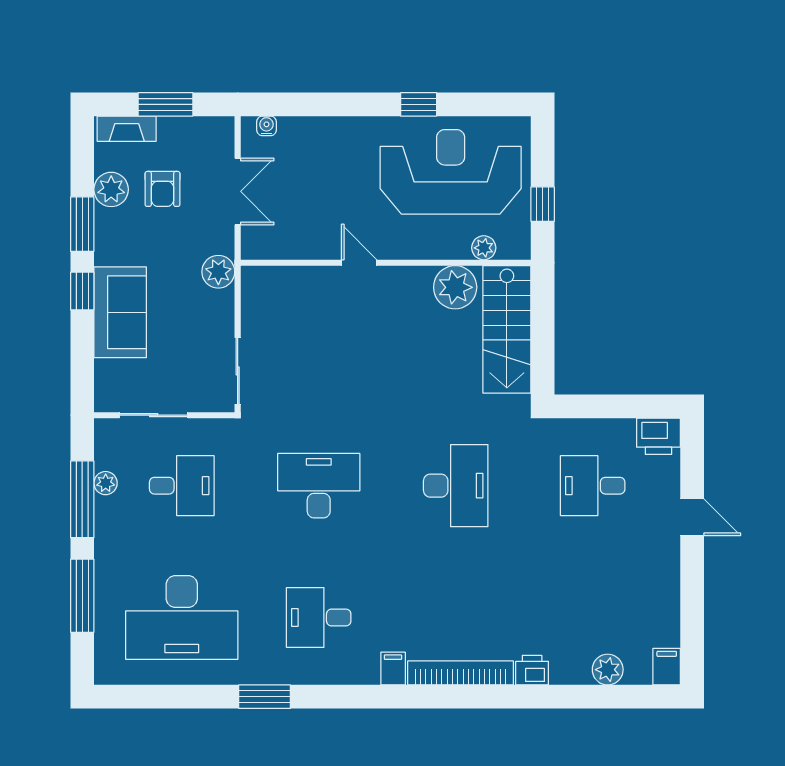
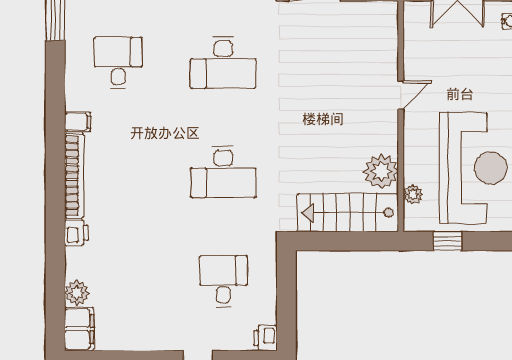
printer: (659, 436) -> (265, 338), width x0.73, depth x0.81
desk: (319, 486) -> (223, 63), turned 90
filing cabinet: (667, 667) -> (79, 329), width x2.00

